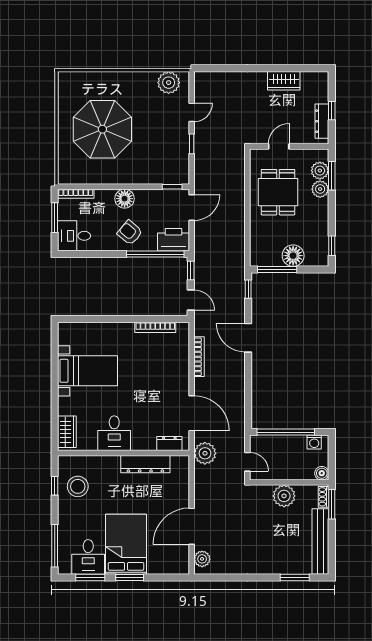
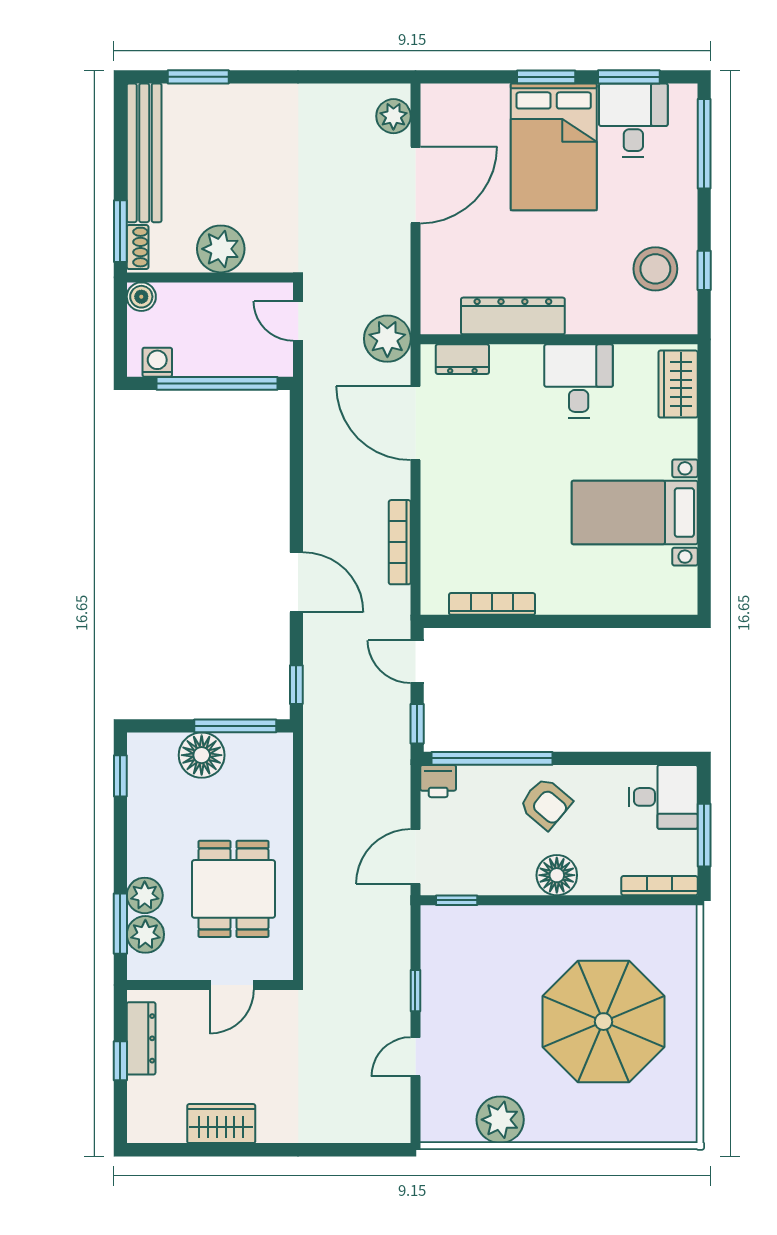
plant: (169, 83) -> (500, 1120), moved
printer: (173, 240) -> (438, 781), width x0.53, depth x0.68

